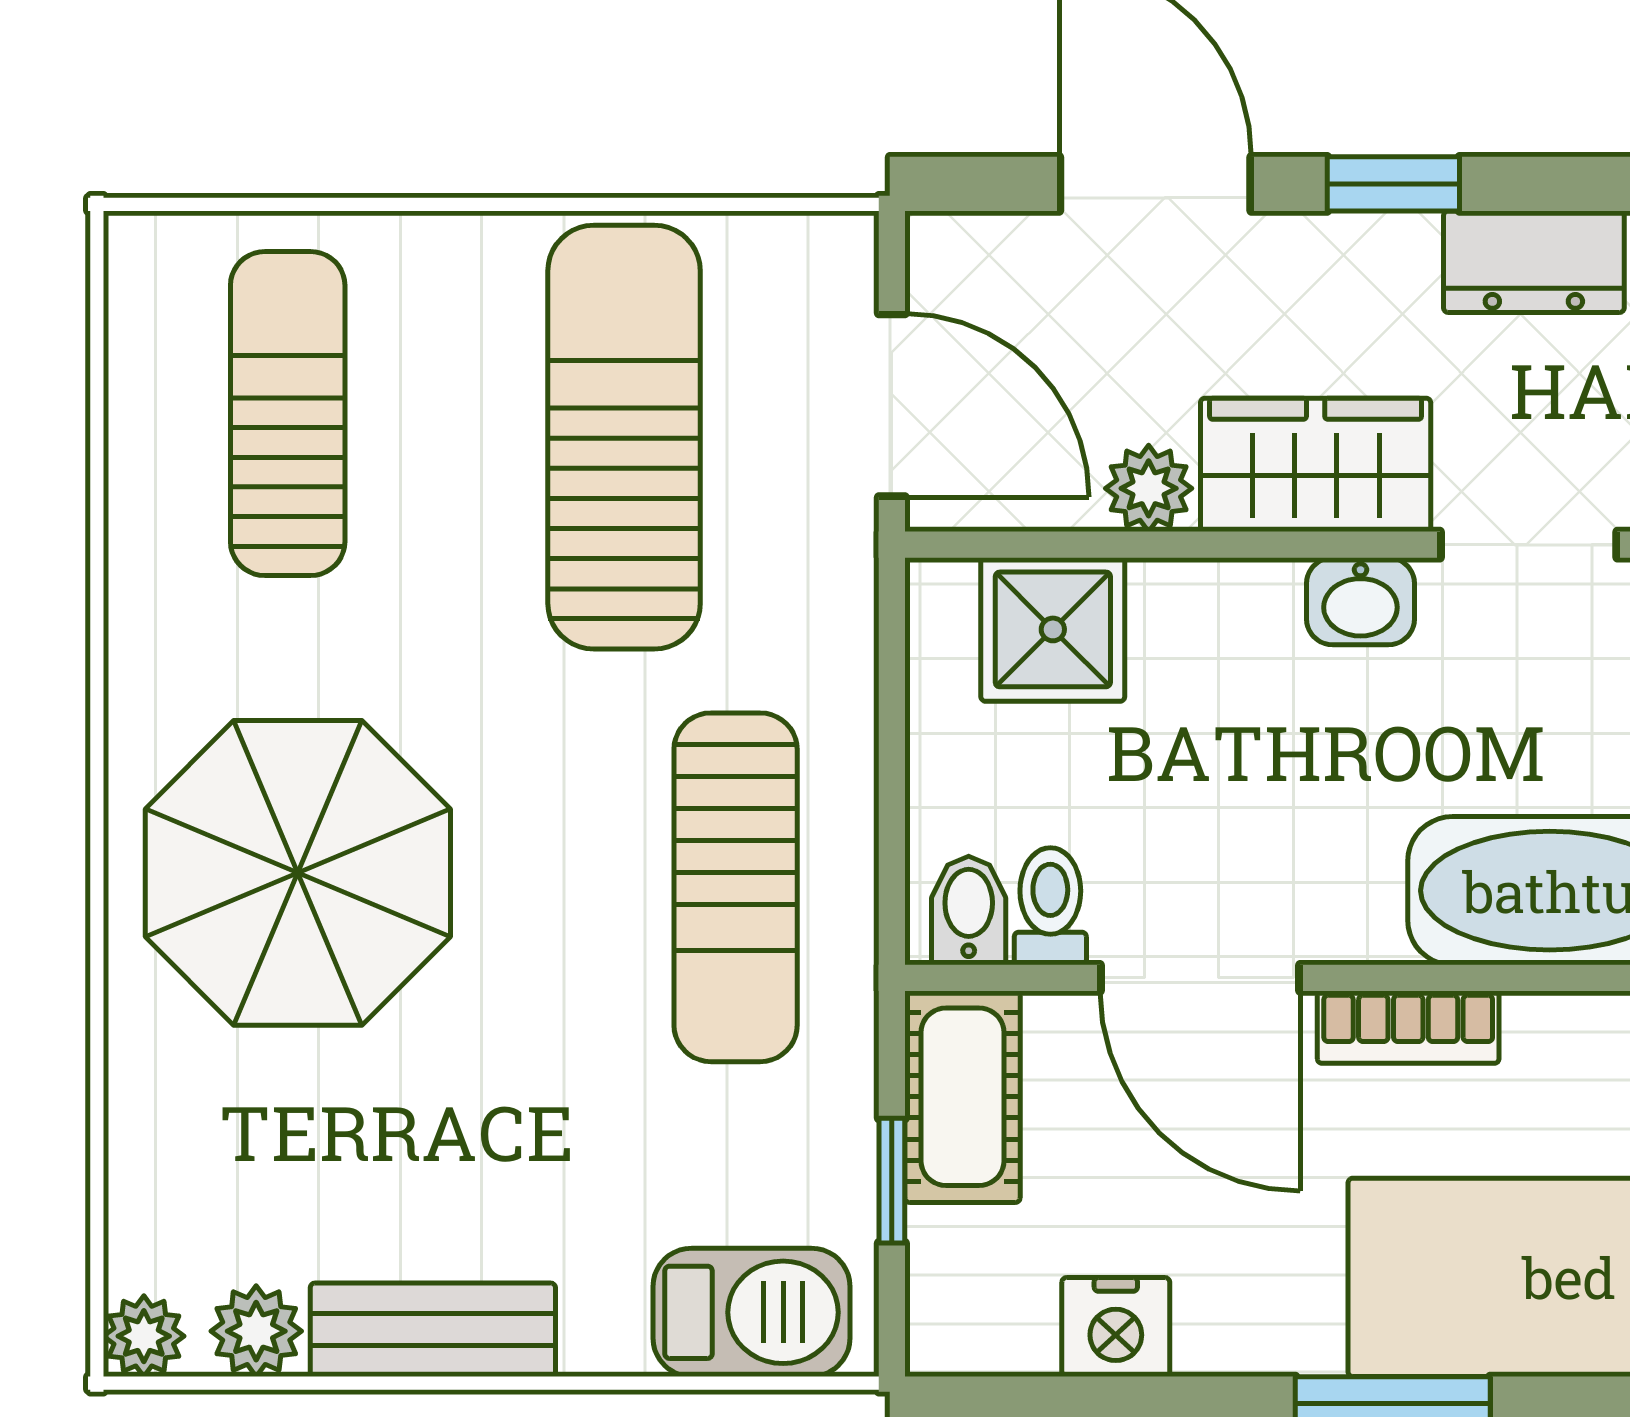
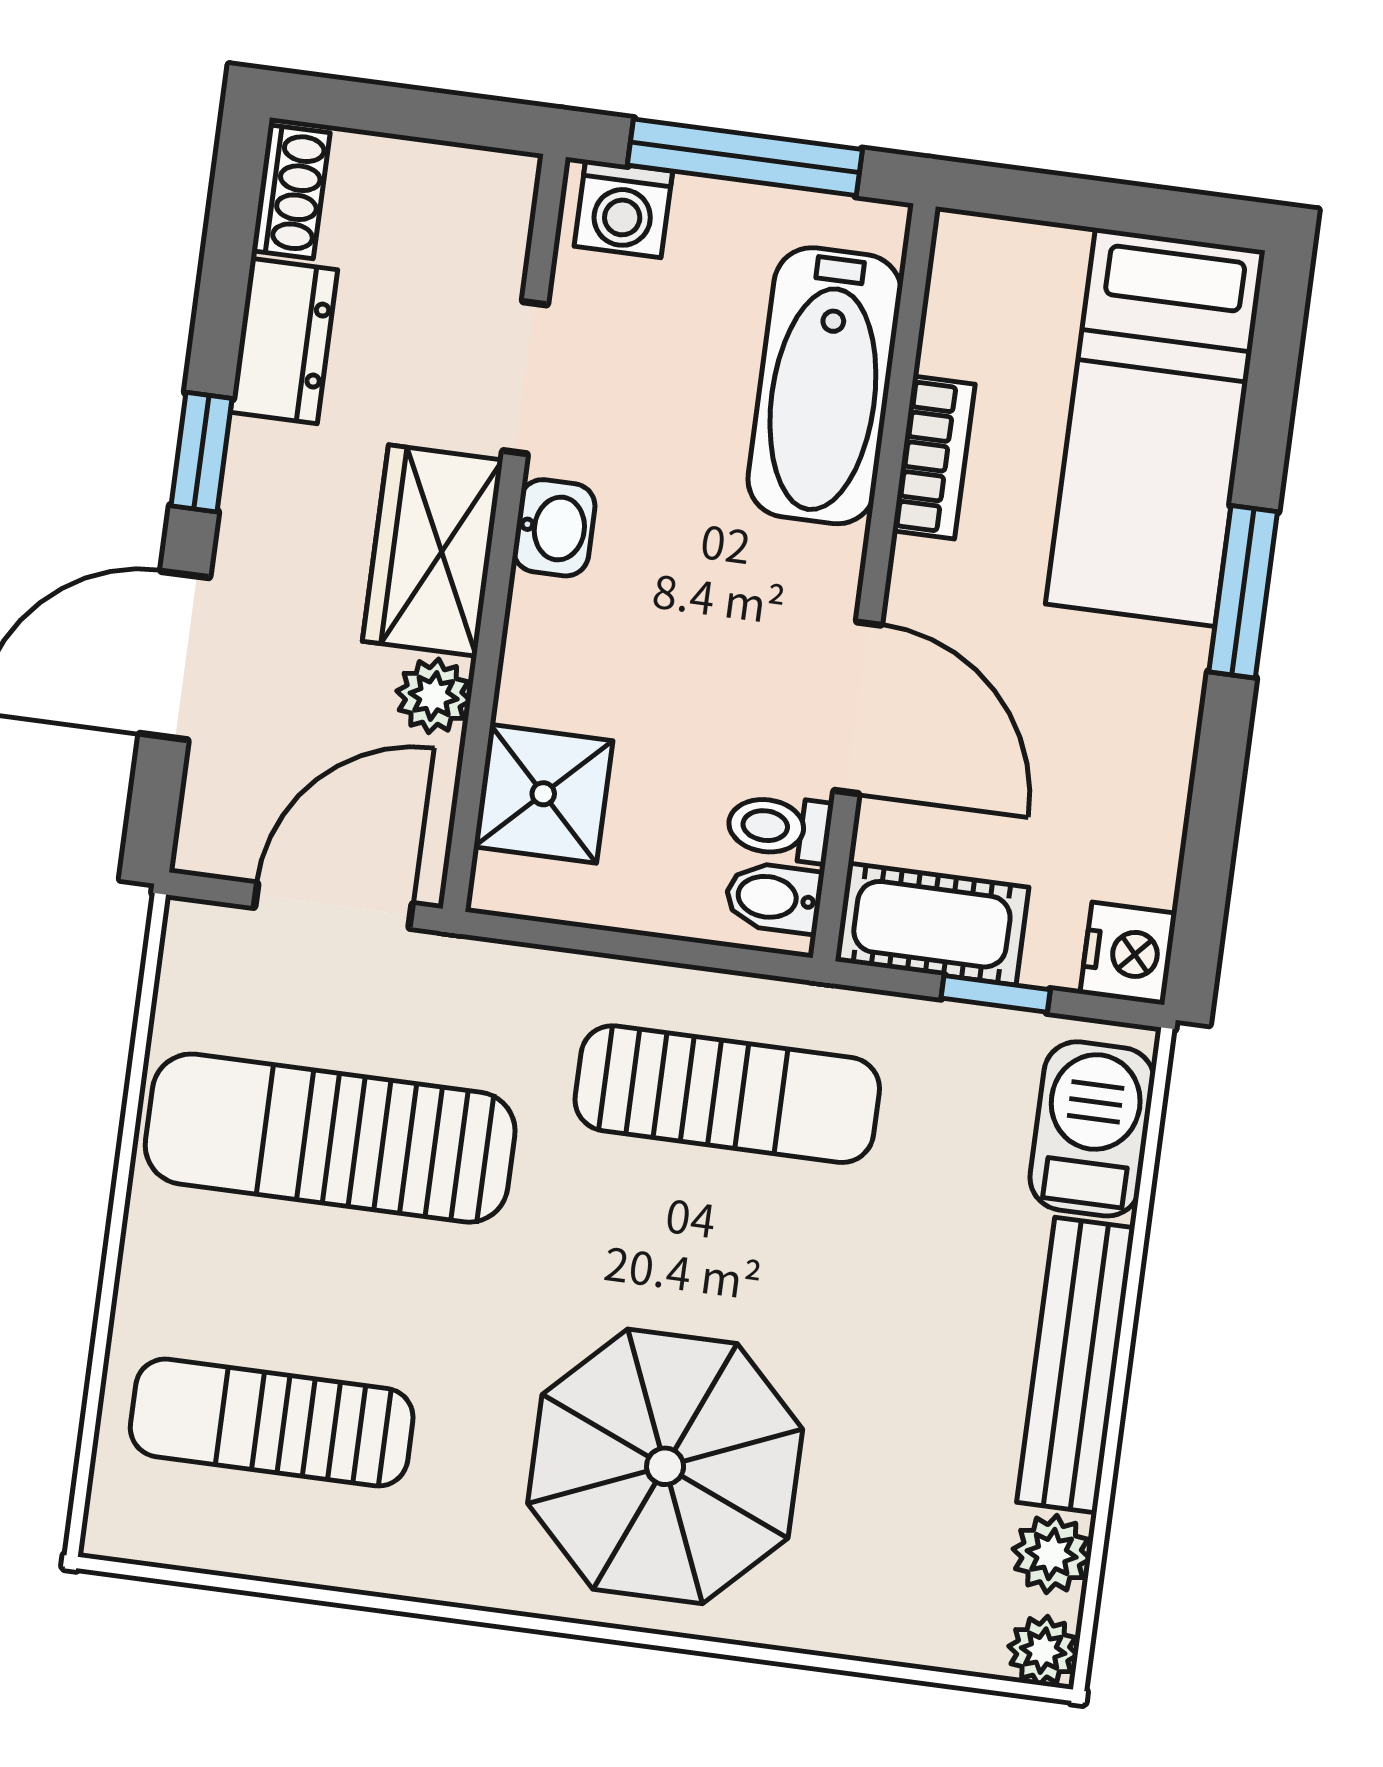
door: (1200, 978) -> (858, 708), hinge flipped
bookcase: (1408, 1027) -> (934, 458), moved
nightstand: (1116, 1327) -> (1128, 954), moved
bench: (433, 1330) -> (1076, 1365), width x1.36

